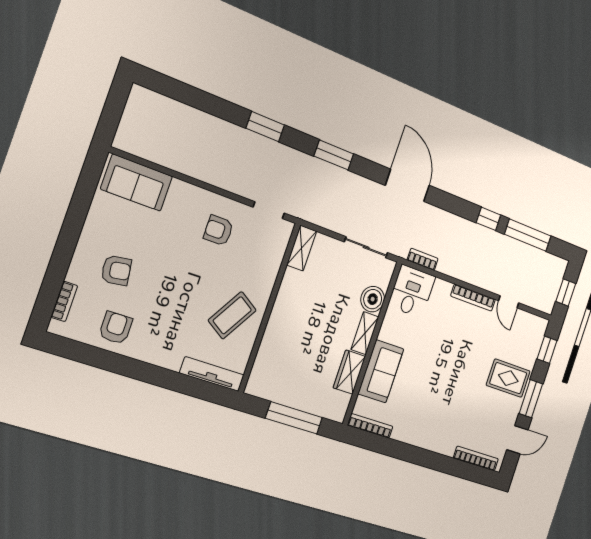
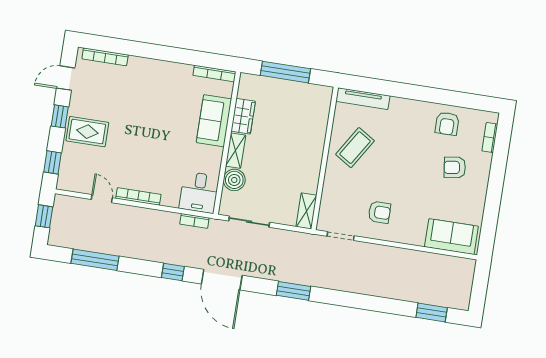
window: (265, 127) -> (432, 312), moved
window: (489, 219) -> (173, 272), moved
window: (531, 399) -> (60, 116), width x0.67

